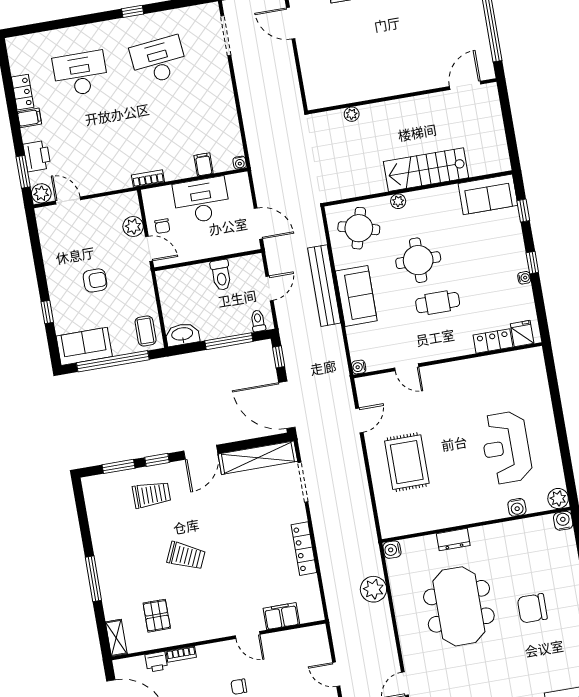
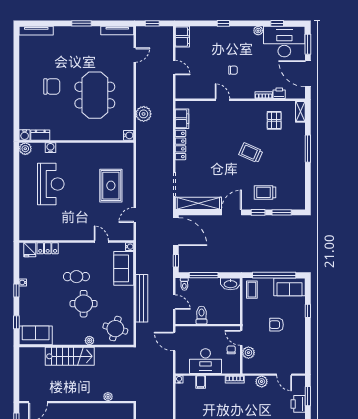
plant: (41, 193) -> (262, 382), moved
door: (270, 288) -> (174, 302), swing flipped
sofa: (356, 296) -> (124, 268), moved
dresser: (453, 540) -> (40, 135), moved
filing cabinet: (281, 616) -> (182, 119), moved, turned -90

